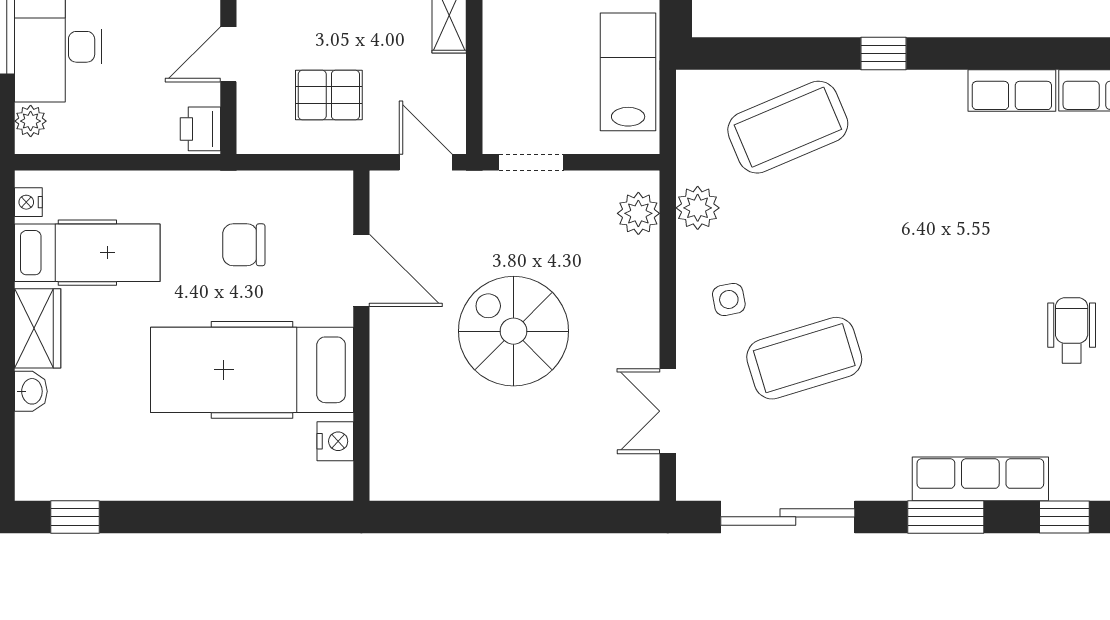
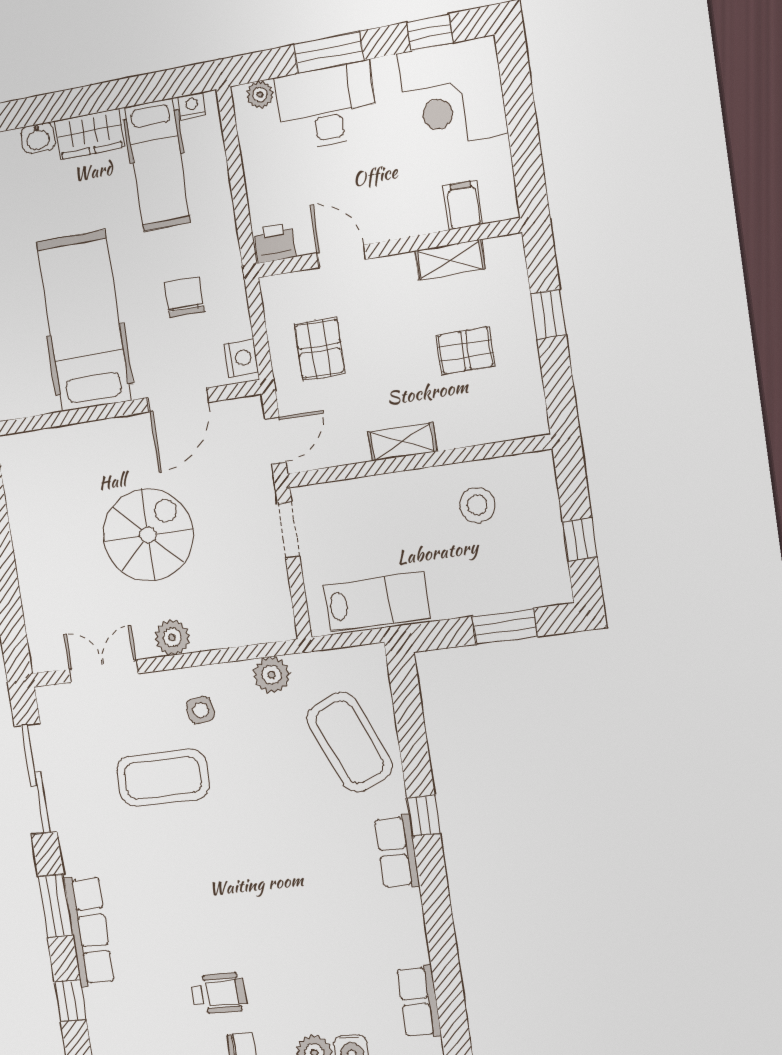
row of seats: (1012, 90) -> (397, 852), moved
plant: (638, 213) -> (172, 637), moved
coffee table: (804, 358) -> (163, 778), turned -73
nightstand: (335, 441) -> (241, 358), moved, turned -90

